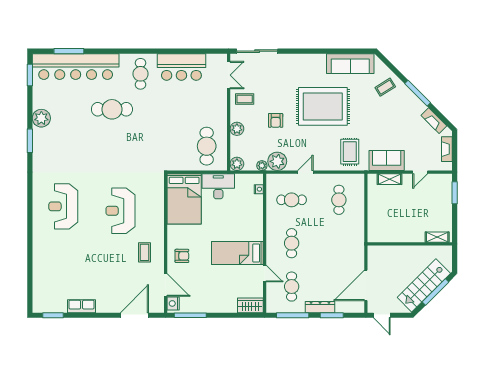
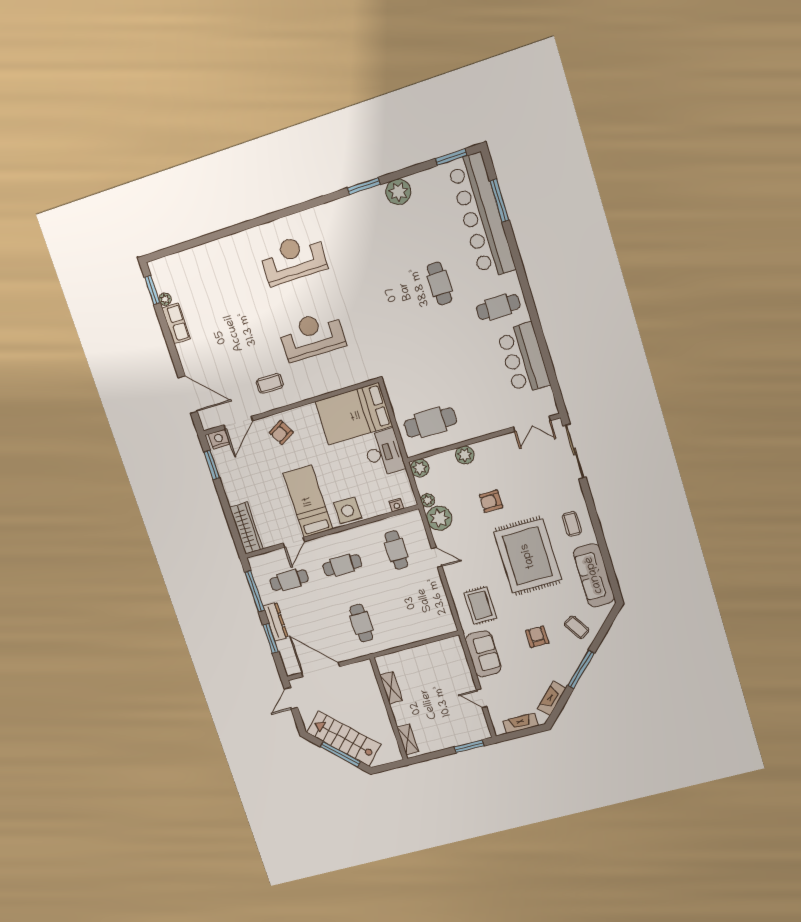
coffee table: (245, 99) -> (572, 524), moved
cafe table: (112, 109) -> (440, 283), width x0.73, depth x0.74
armchair: (385, 117) -> (537, 637), added
rug: (350, 152) -> (480, 605), turned 90
shelving: (389, 179) -> (391, 688), moved
cafe table: (339, 200) -> (361, 623), moved, turned 90
side table: (253, 226) -> (348, 511), added
armchair: (182, 256) -> (281, 432), turned 61
wardrobe: (250, 305) -> (246, 528), width x1.50
plant: (62, 308) -> (165, 299), added
window: (190, 315) -> (212, 465), width x0.69

